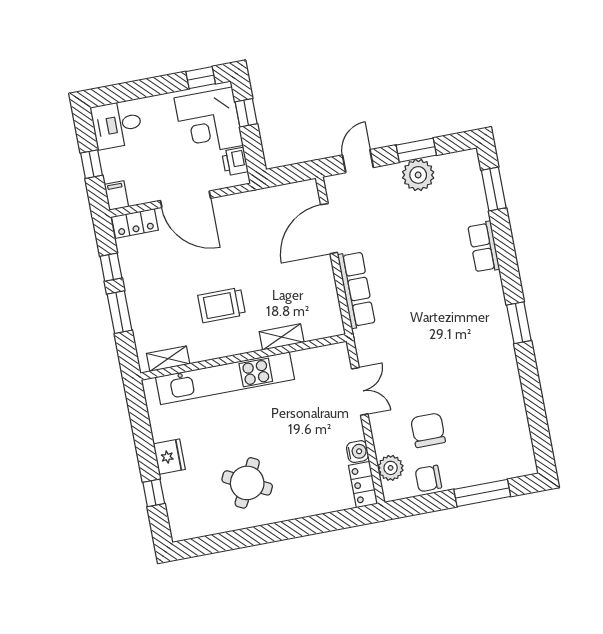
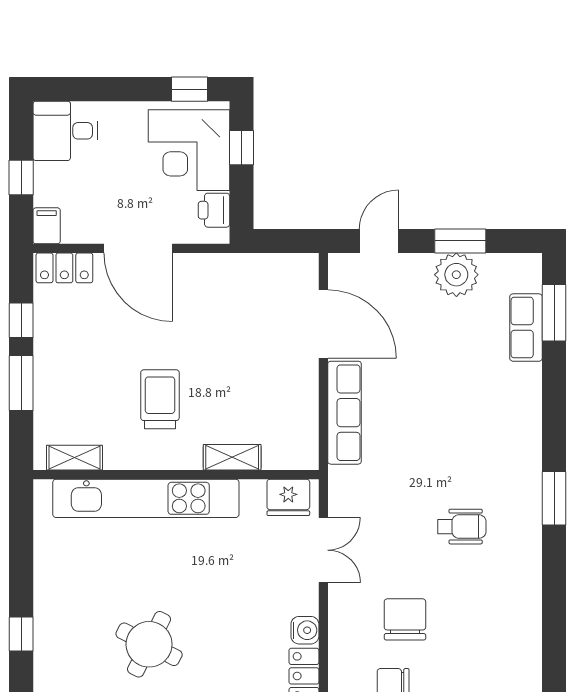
door: (329, 229) -> (323, 324), swing flipped
row of seats: (484, 247) -> (526, 328), moved
trolley: (222, 305) -> (160, 399), turned 90
wheelchair: (456, 356) -> (462, 527), added
fridge: (169, 457) -> (288, 497), moved, turned 90
plant: (391, 468) -> (345, 660), removed

